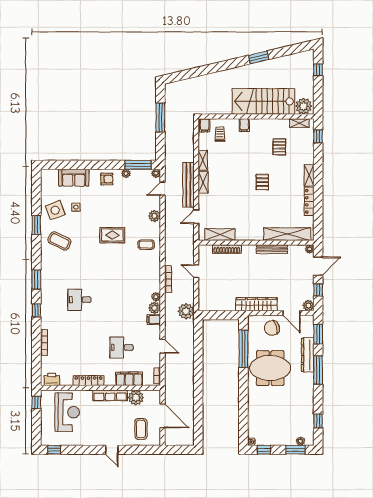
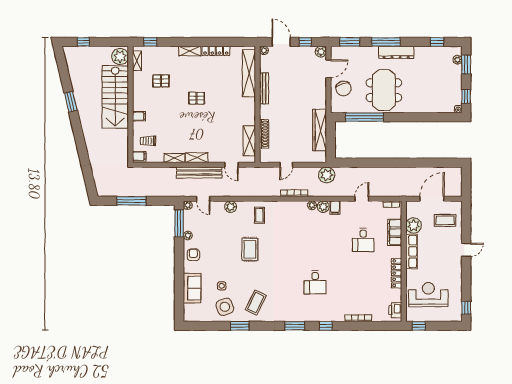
wardrobe: (257, 304) -> (320, 130), moved
dresser: (308, 355) -> (396, 52), moved

